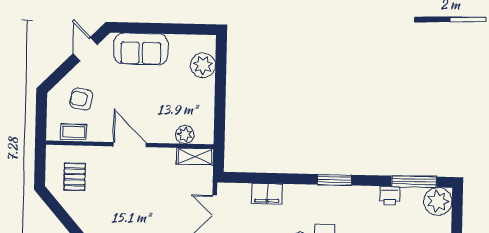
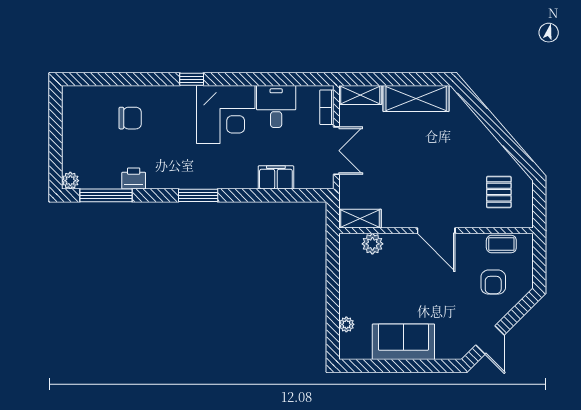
sofa: (141, 49) -> (403, 342), moved
plant: (203, 65) -> (346, 324), width x0.53, depth x0.53
armchair: (81, 99) -> (493, 282), turned 80
plant: (438, 201) -> (70, 181), width x0.53, depth x0.53

